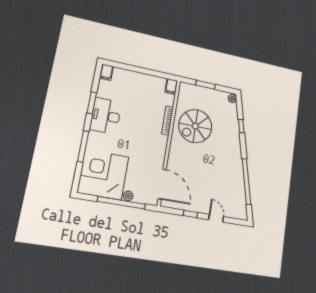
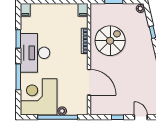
desk: (106, 116) -> (35, 53), width x1.36, depth x1.30
spiral stairs: (195, 126) -> (110, 41), turned 180
door: (162, 184) -> (89, 82), moved

